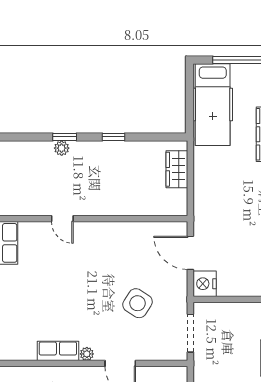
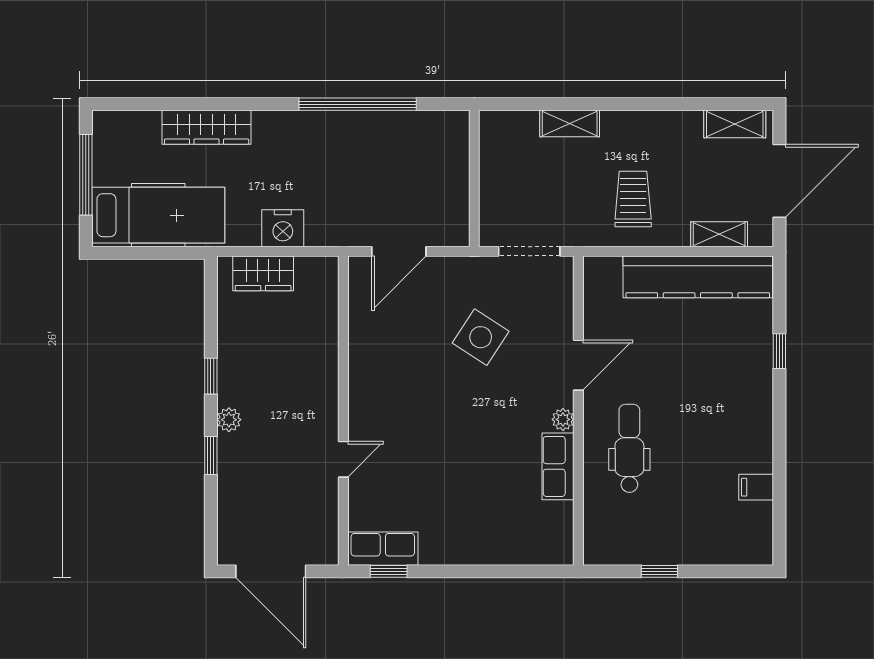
plant: (62, 148) -> (229, 420), moved
nightstand: (205, 284) -> (283, 228), moved

